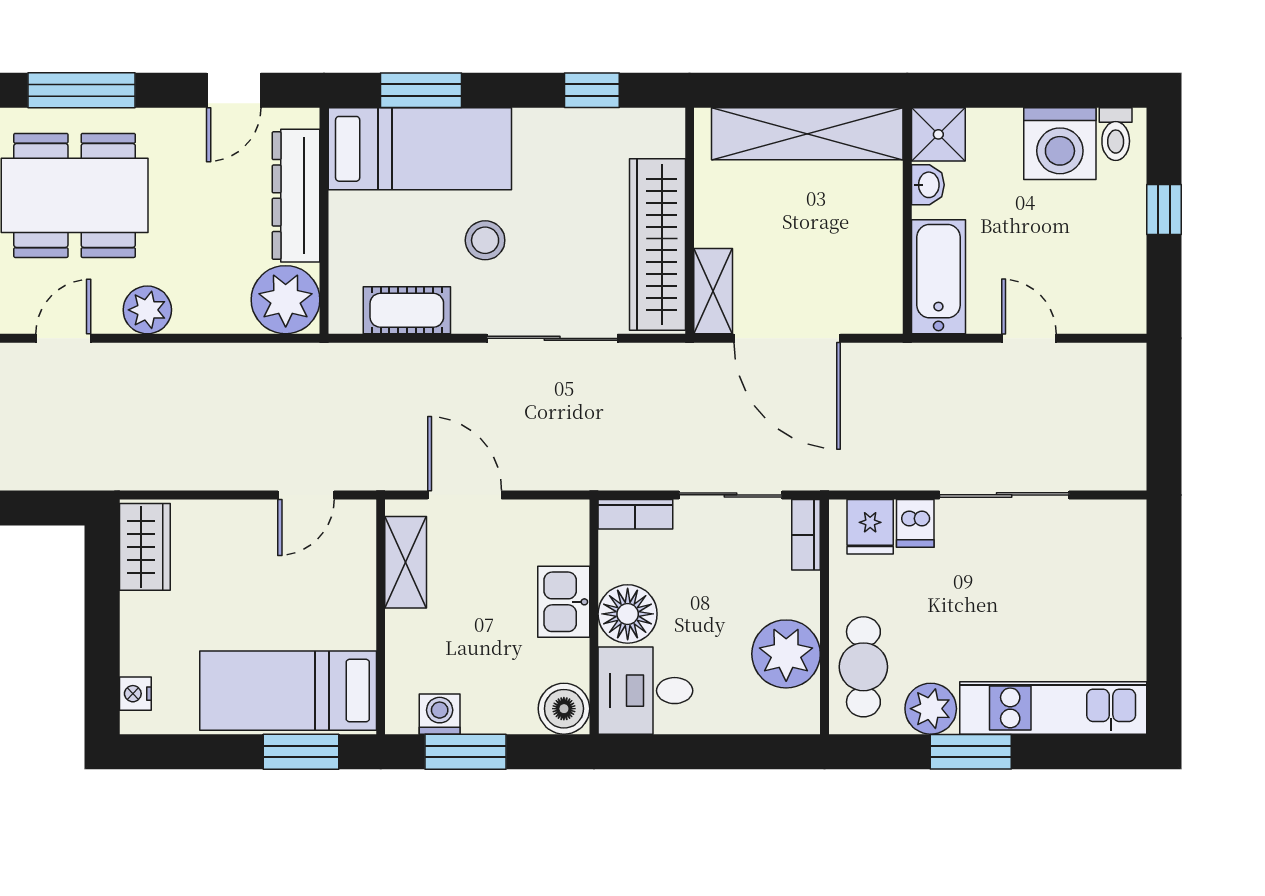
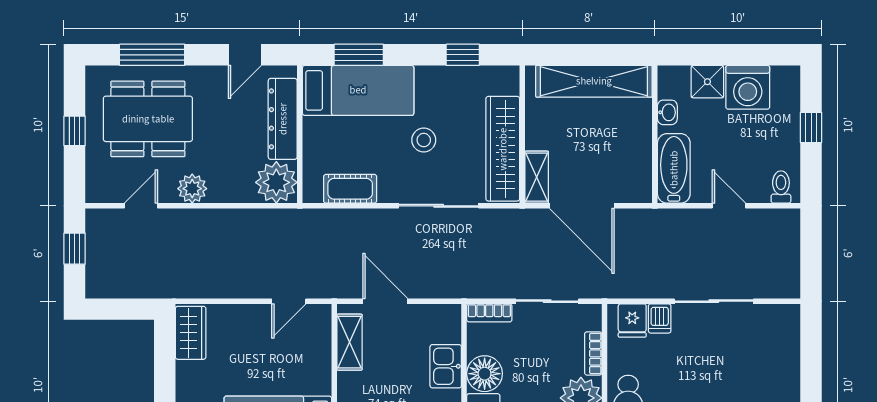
shower: (938, 134) -> (707, 82), moved
toilet: (1116, 134) -> (781, 187), moved, turned 180
stool: (485, 240) -> (424, 140), moved
bookcase: (806, 535) -> (593, 353), moved

